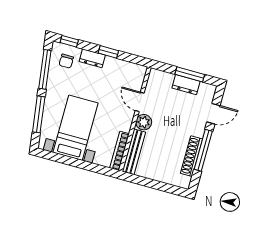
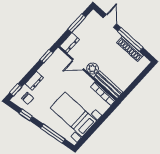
window: (108, 52) -> (46, 56), moved
window: (45, 69) -> (26, 115), width x0.46
dresser: (186, 85) -> (70, 43), moved

